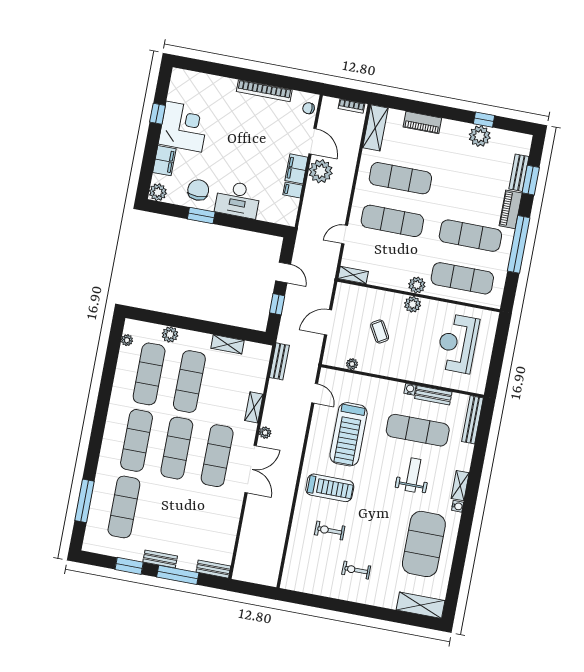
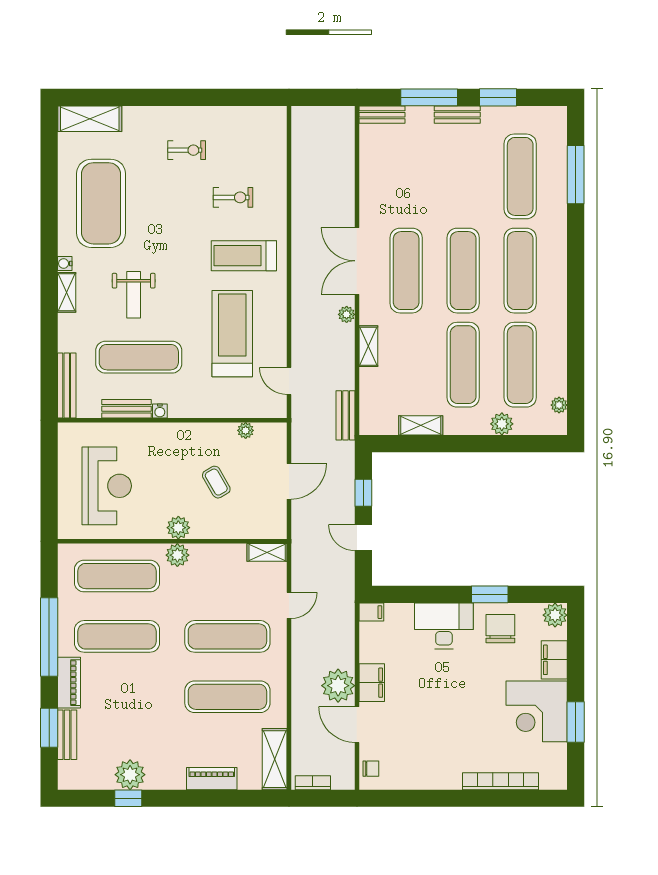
bookcase: (264, 91) -> (501, 781), moved
window: (158, 114) -> (576, 722), width x1.50
chair: (198, 190) -> (500, 629), turned 180
filing cabinet: (293, 190) -> (371, 612), moved

